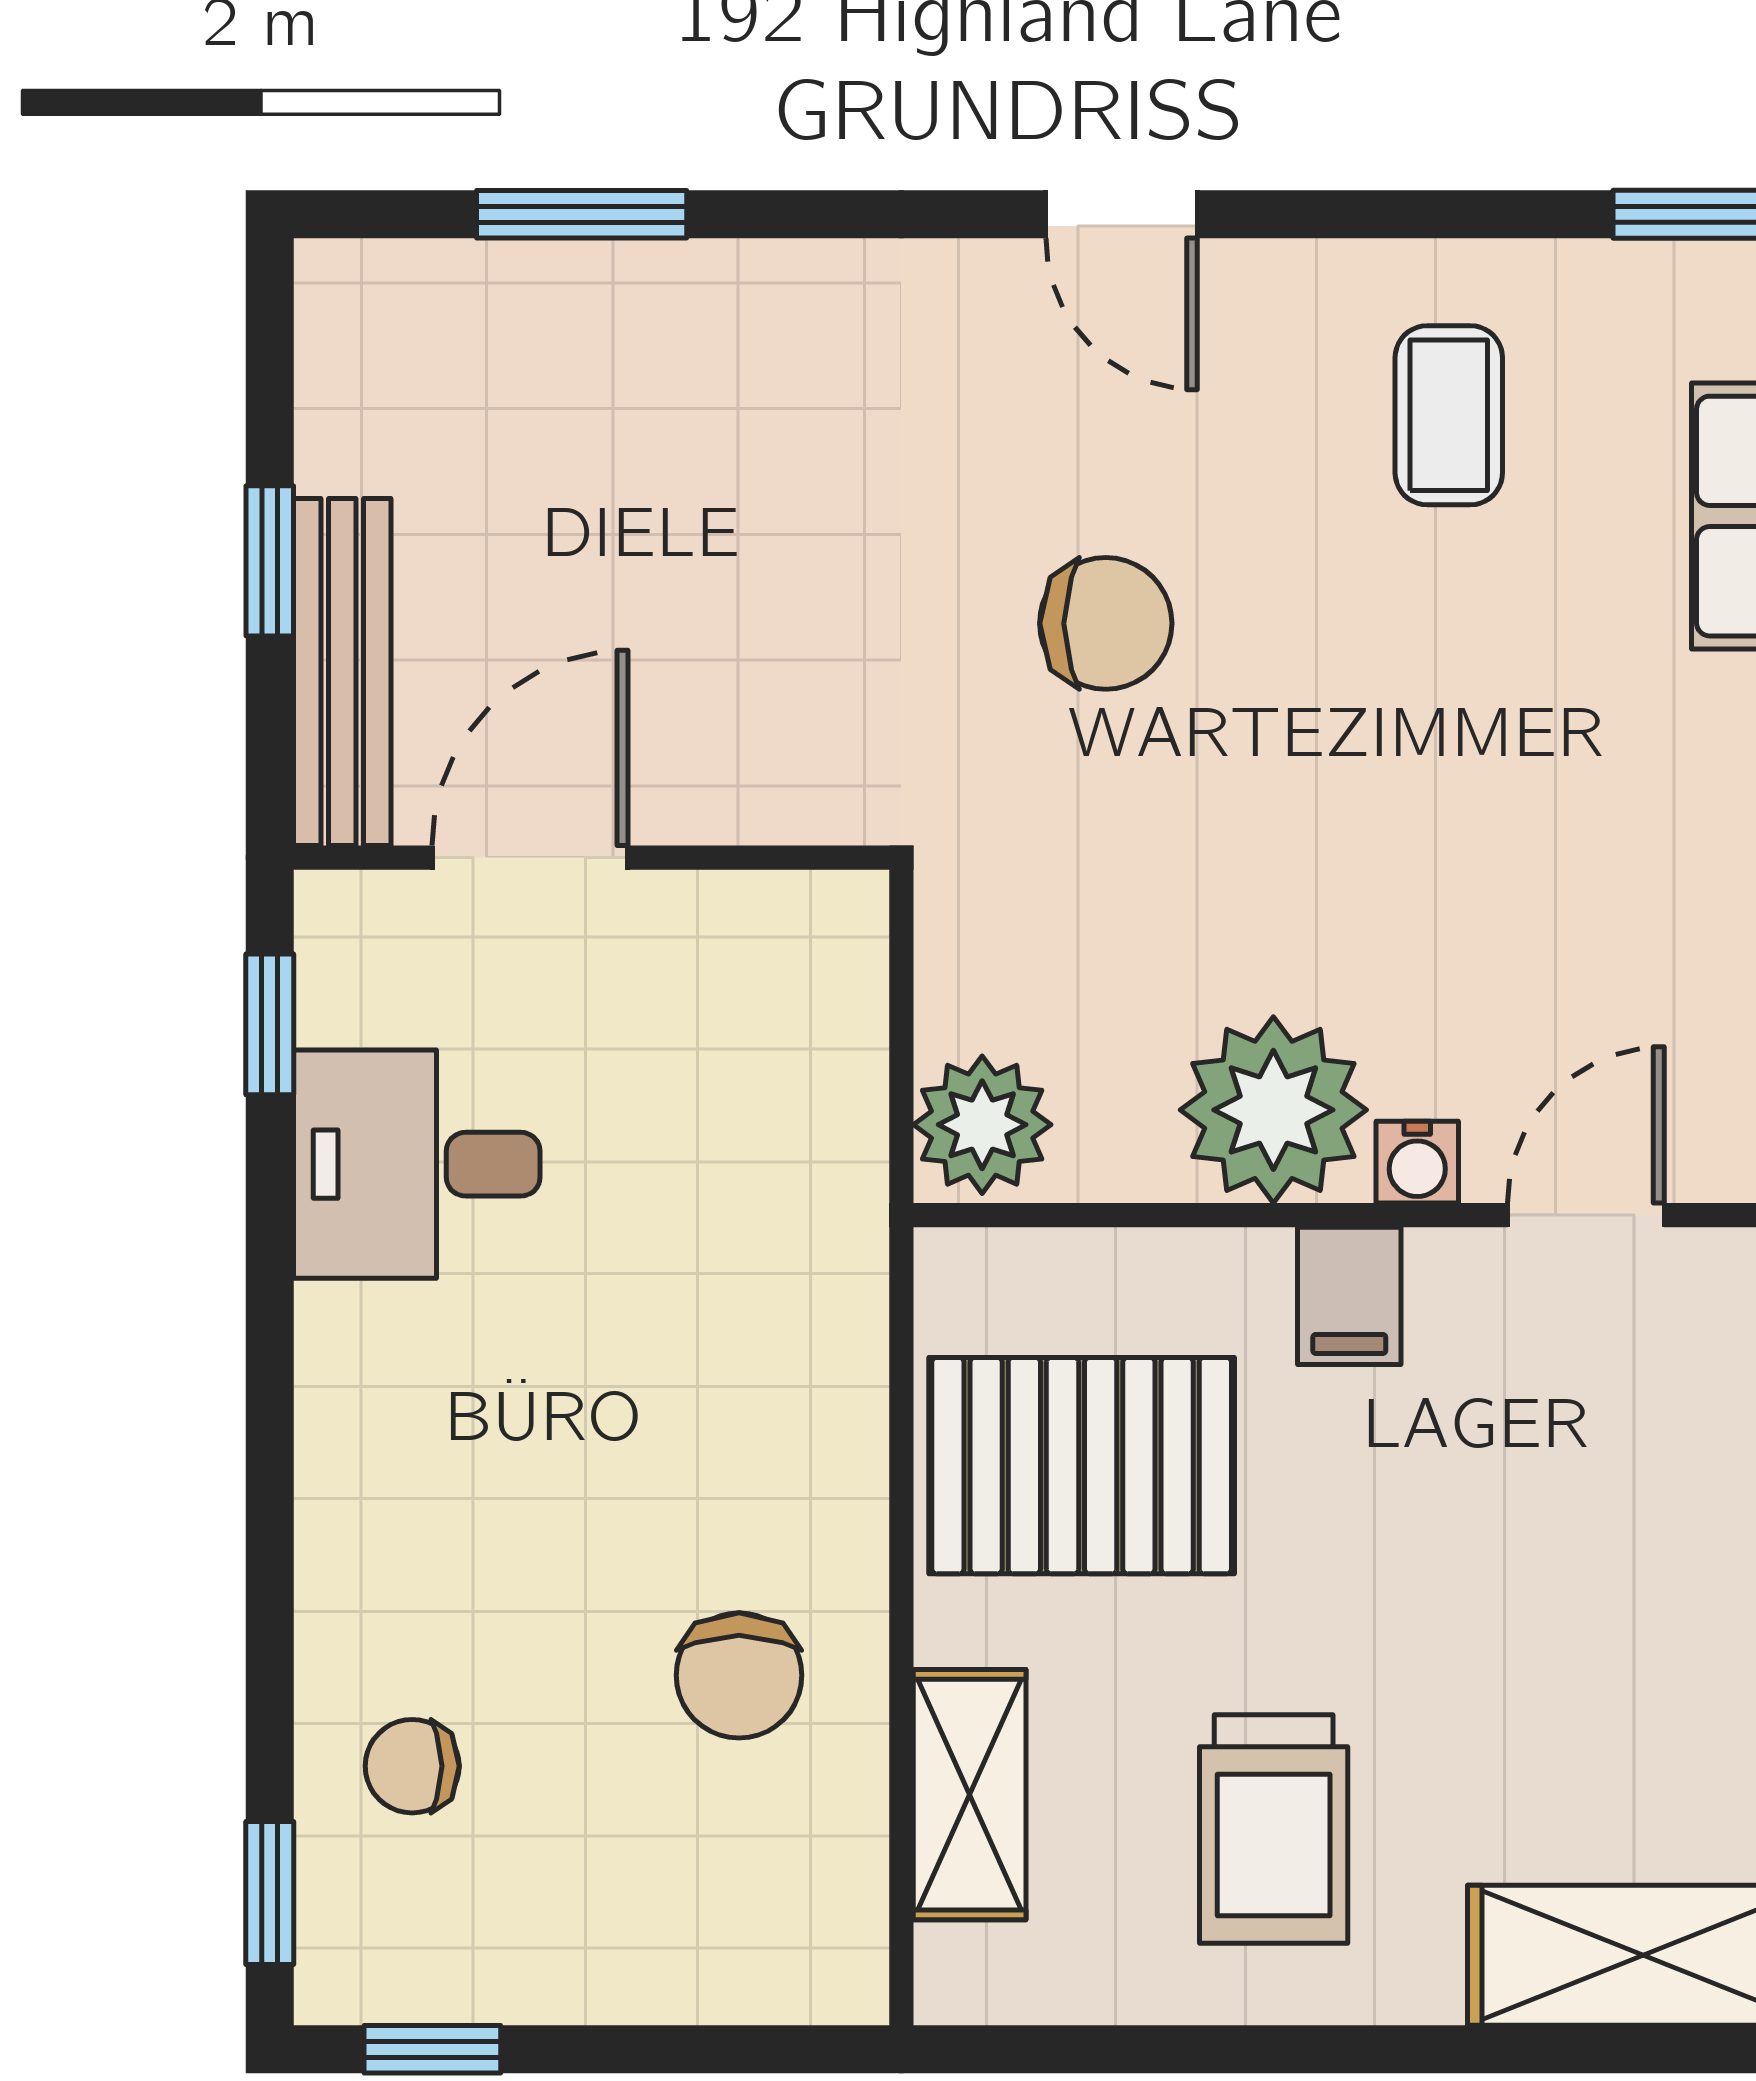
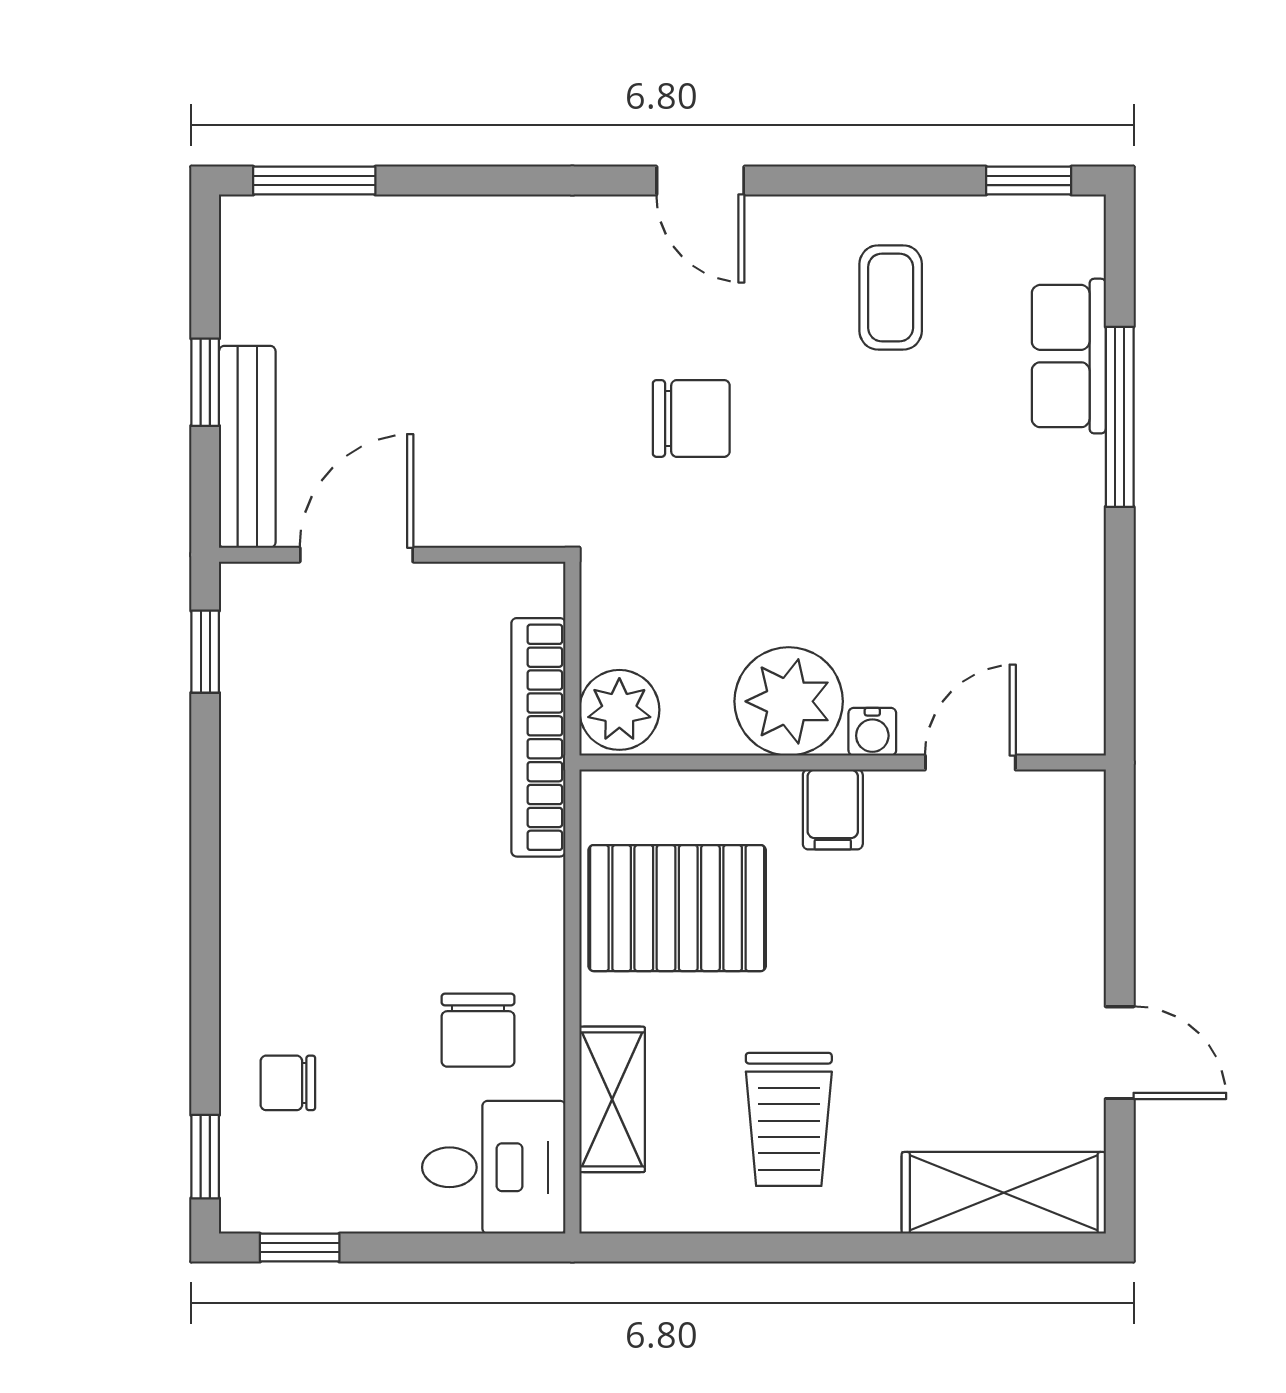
window: (582, 214) -> (314, 181), moved
desk: (417, 1164) -> (494, 1167), moved, turned 180
bookcase: (843, 1172) -> (538, 737), added

